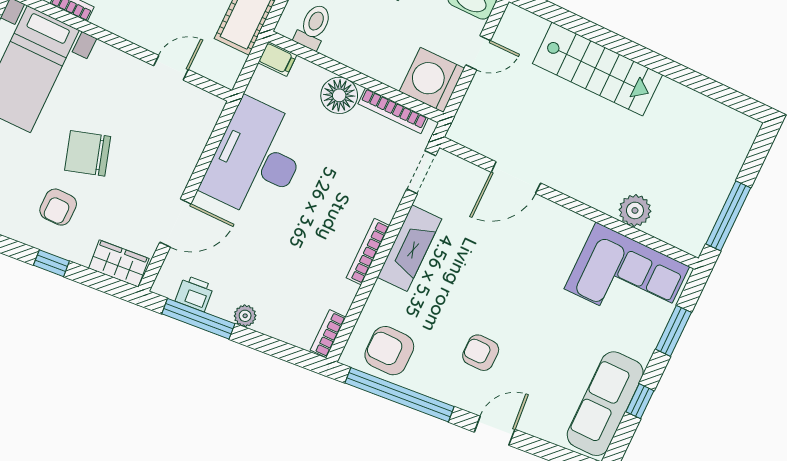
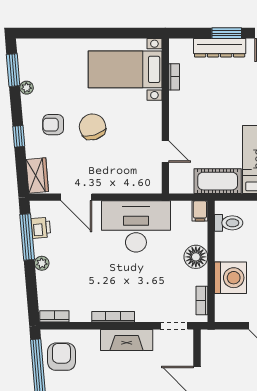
washing machine: (432, 80) -> (230, 278), moved, turned 90
bookcase: (393, 111) -> (202, 300), width x0.64

